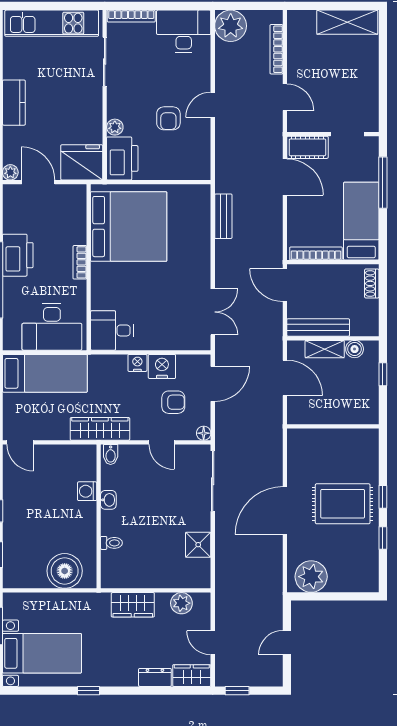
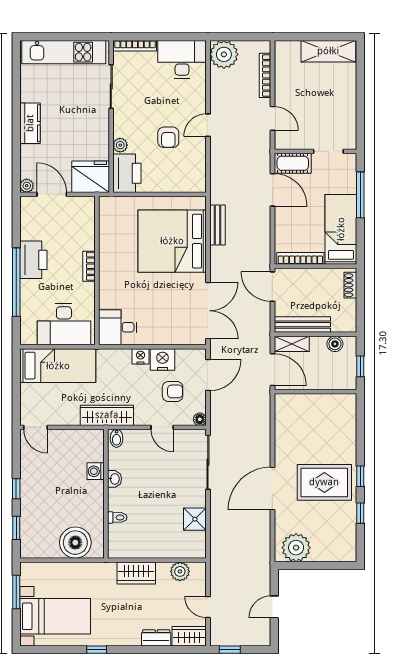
bed: (129, 227) -> (172, 241), moved, turned 180
double door: (213, 312) -> (208, 311), width x1.37
shelving: (325, 349) -> (292, 344), moved
wall: (333, 426) -> (316, 392), moved

